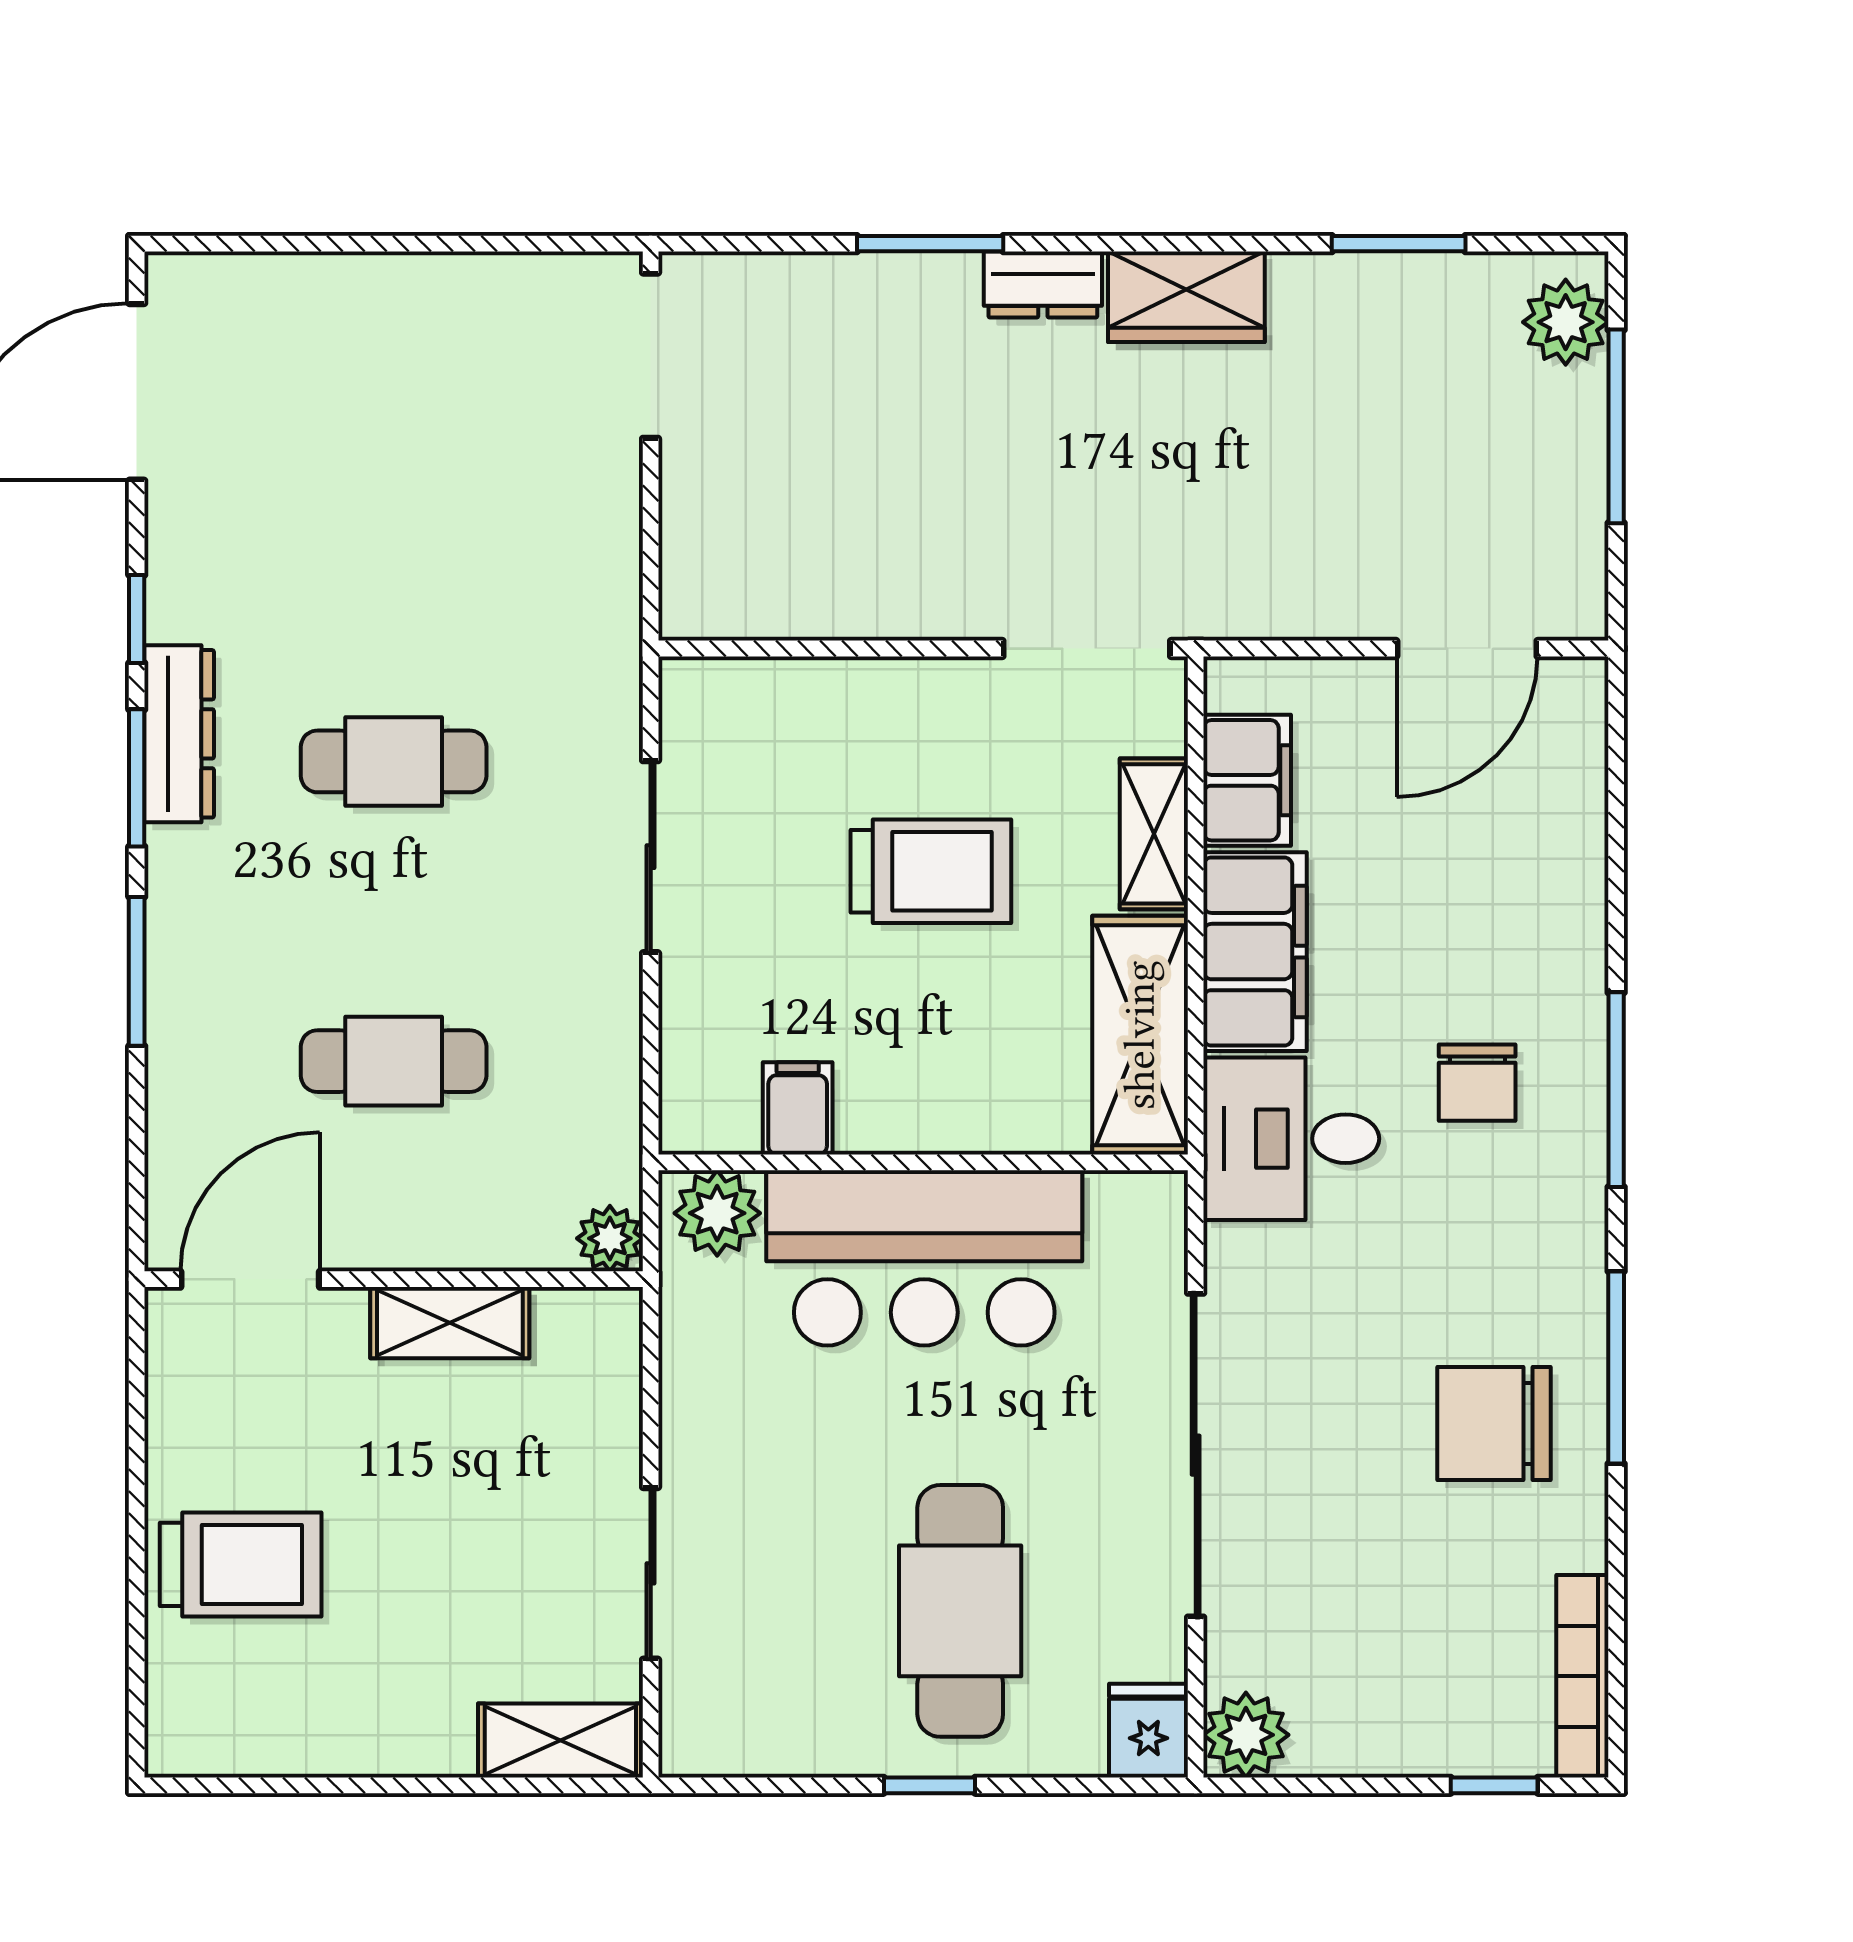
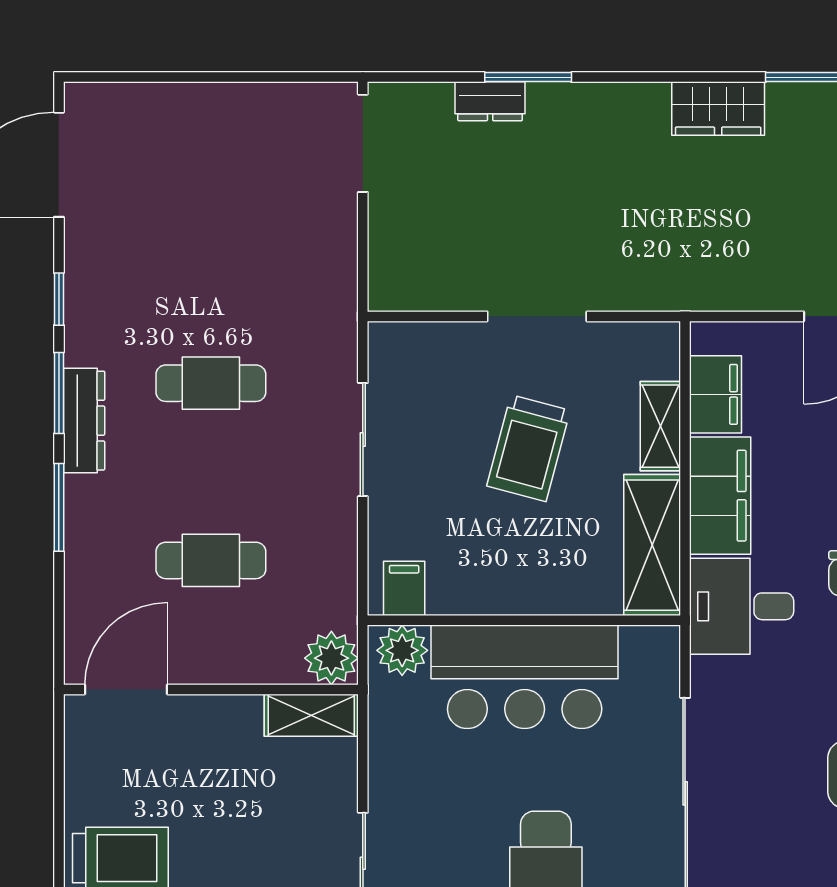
dresser: (1043, 285) -> (490, 101), moved
wardrobe: (1186, 297) -> (718, 109), moved
doorway: (1087, 649) -> (537, 316), moved
dresser: (179, 734) -> (84, 421), moved
trolley: (931, 871) -> (528, 448), turned 105
filing cabinet: (798, 1108) -> (404, 588), moved
plant: (610, 1238) -> (331, 658), width x1.38, depth x1.38
shelving: (450, 1323) -> (311, 715), moved

